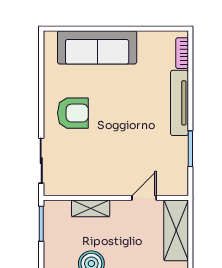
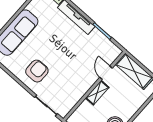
shelving: (91, 208) -> (97, 93), moved

